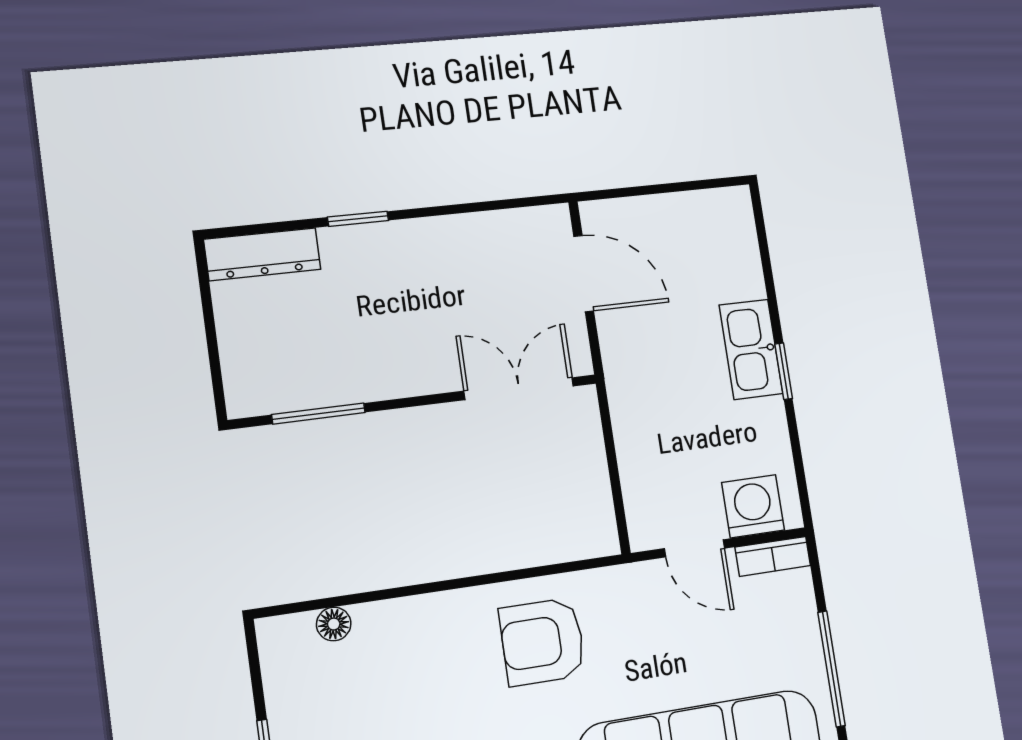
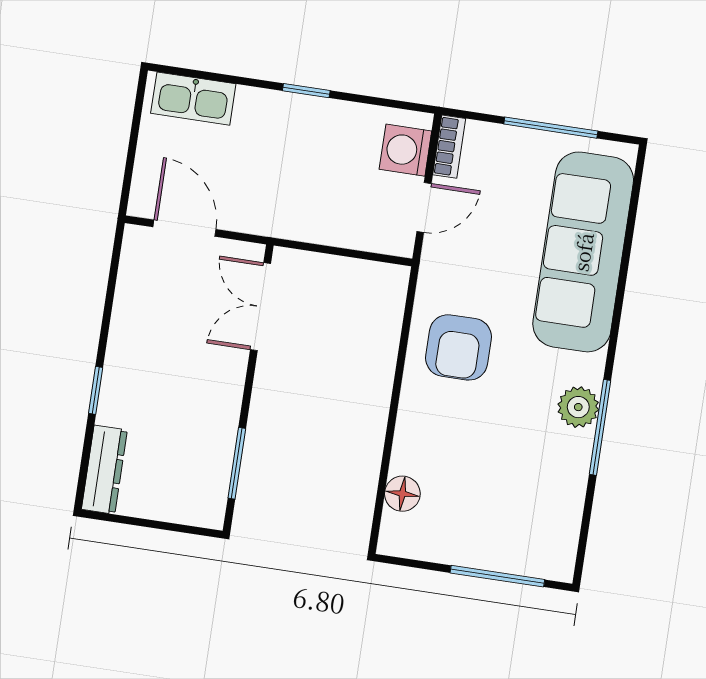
door: (584, 274) -> (184, 228), hinge flipped
kitchen sink: (751, 349) -> (193, 99), moved
floor lamp: (334, 624) -> (402, 494), width x1.37, depth x1.37

